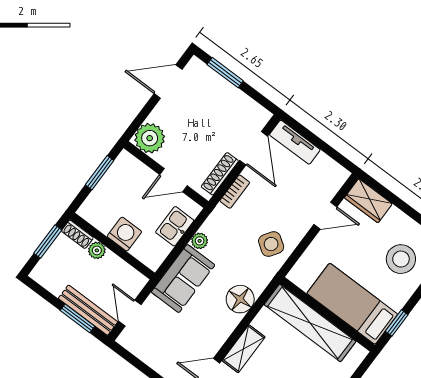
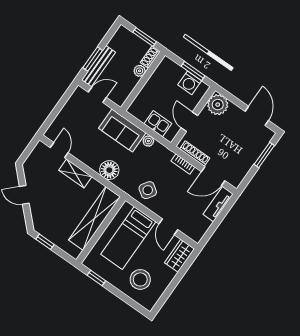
washing machine: (124, 234) -> (190, 83), moved, turned 90
bed: (352, 304) -> (128, 238), moved, turned 180

